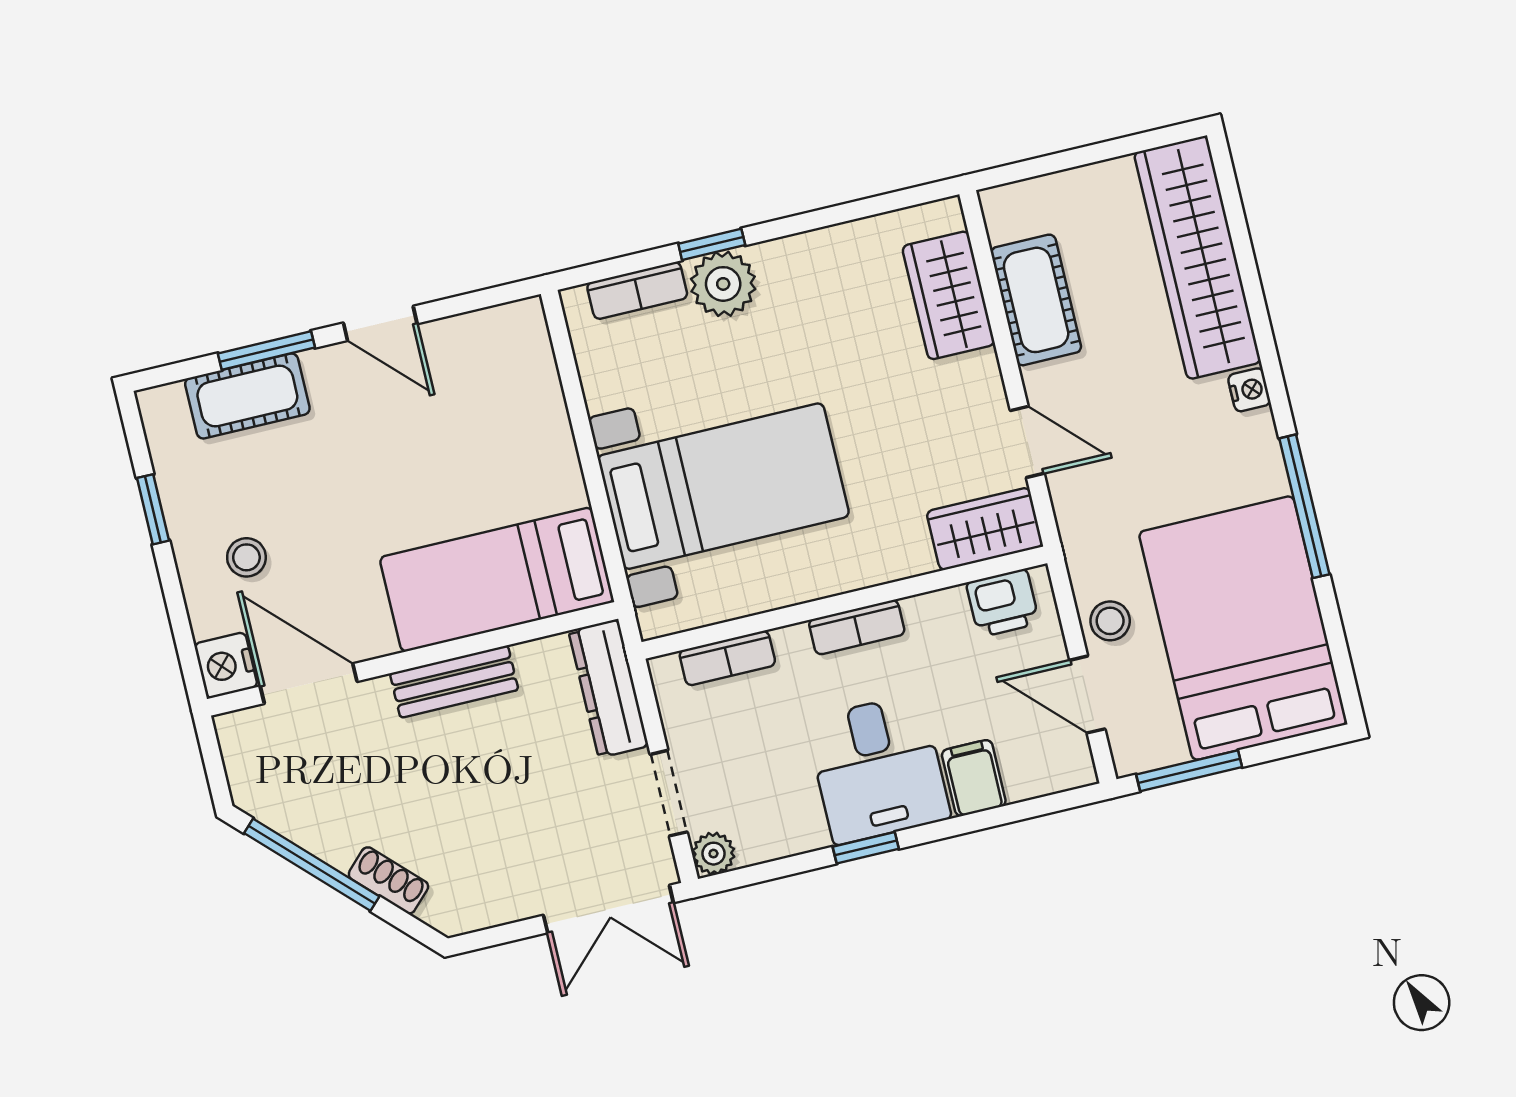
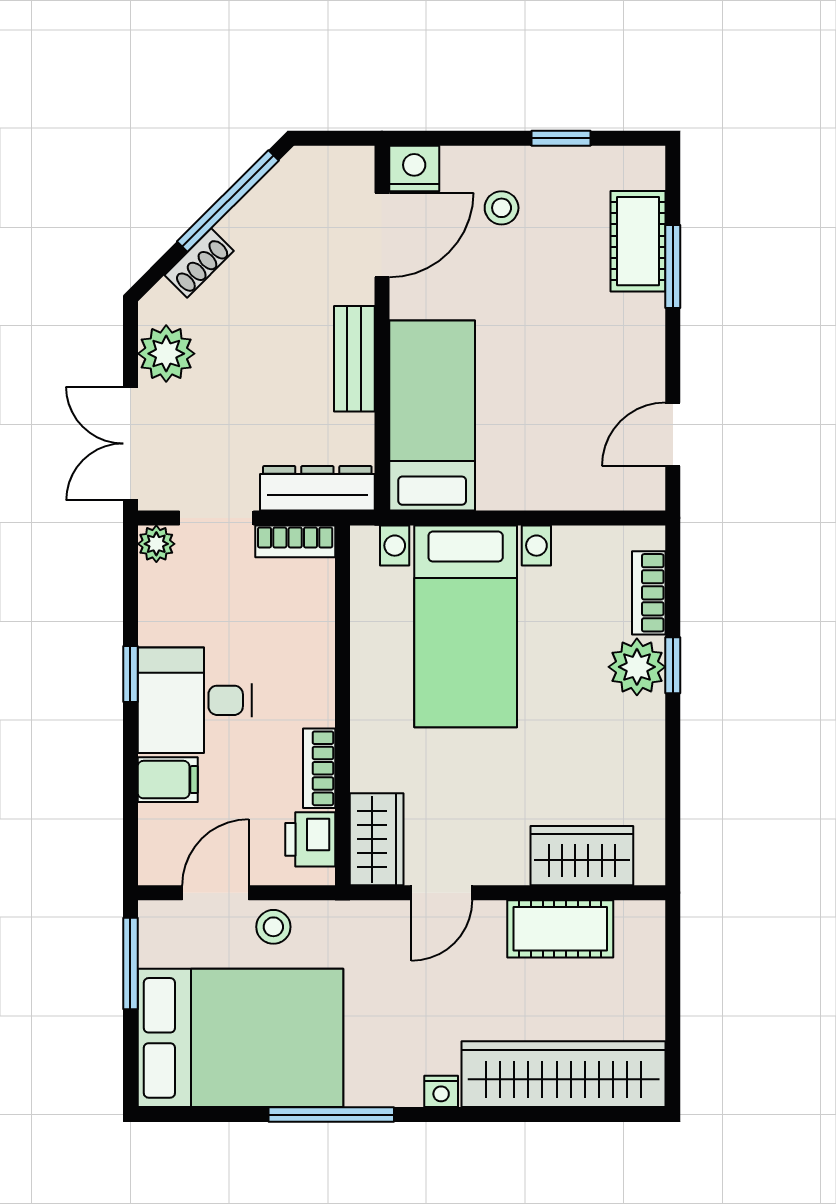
door: (380, 323) -> (673, 434), moved
bookcase: (857, 627) -> (319, 768), moved
bookcase: (727, 658) -> (295, 541), moved, turned -90
plant: (498, 893) -> (166, 354), added

